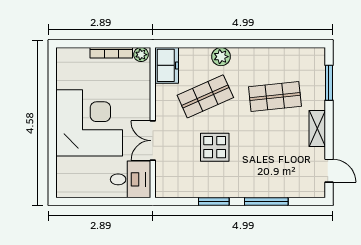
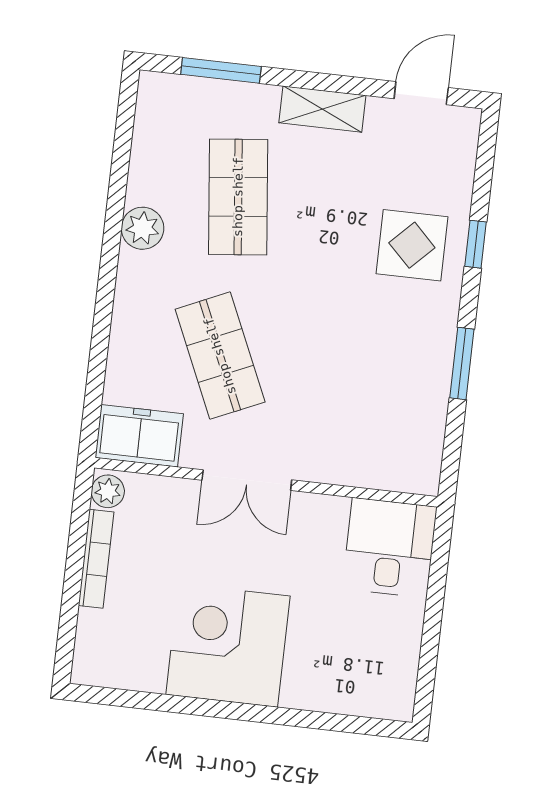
plant: (221, 57) -> (143, 228), moved
corner desk: (89, 123) -> (228, 645), width x0.74, depth x0.74
double door: (153, 141) -> (247, 480), moved
display table: (215, 147) -> (412, 245), moved
window: (266, 202) -> (475, 244), width x0.46

